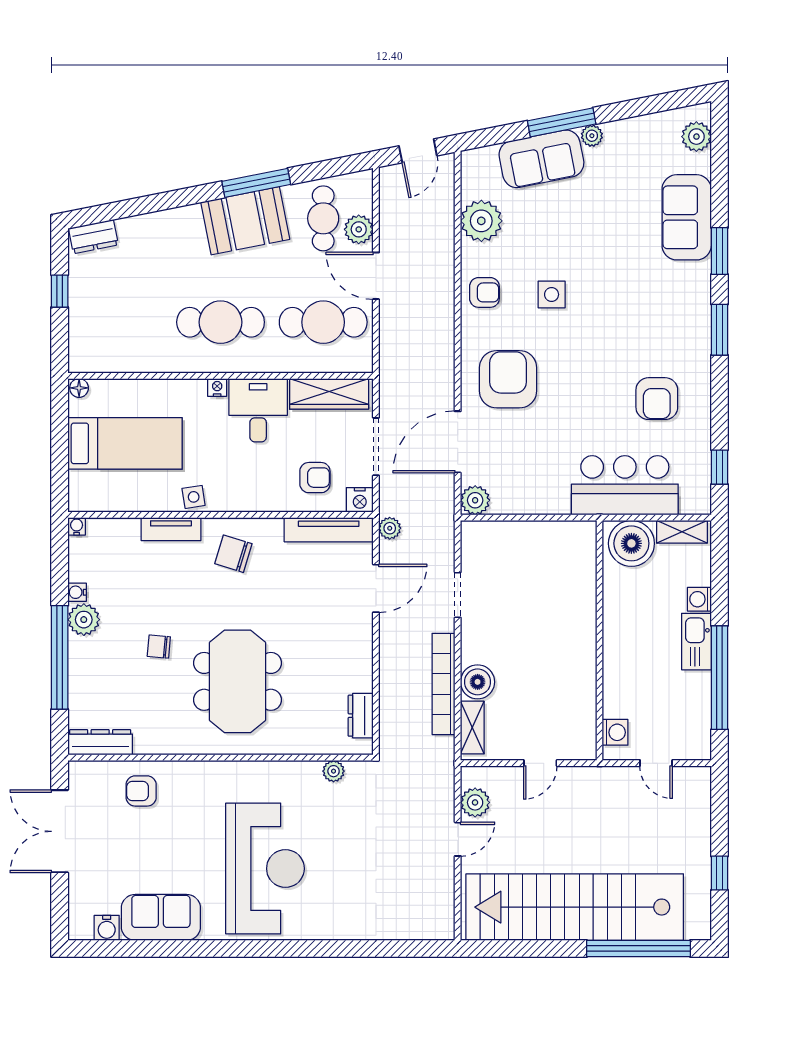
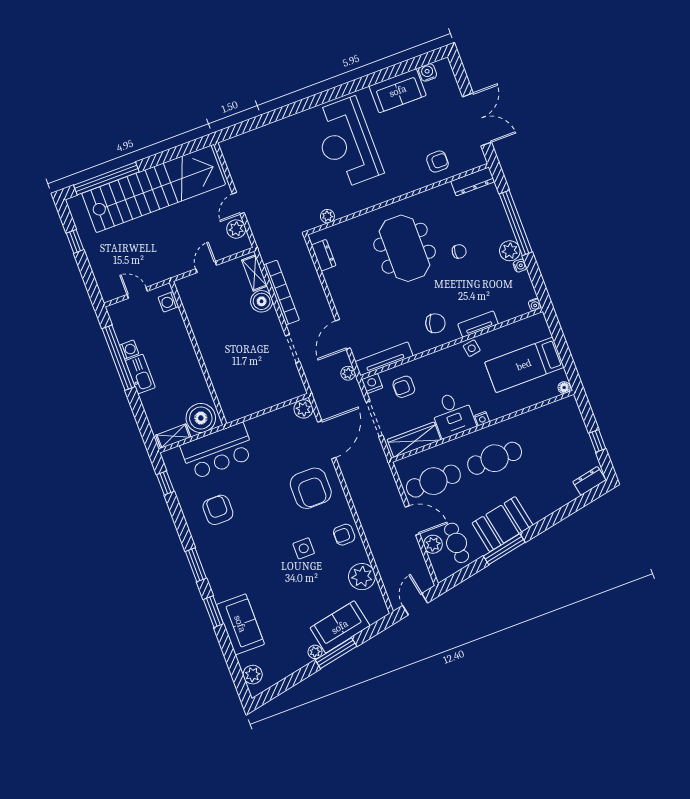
washing machine: (699, 599) -> (129, 349), moved

